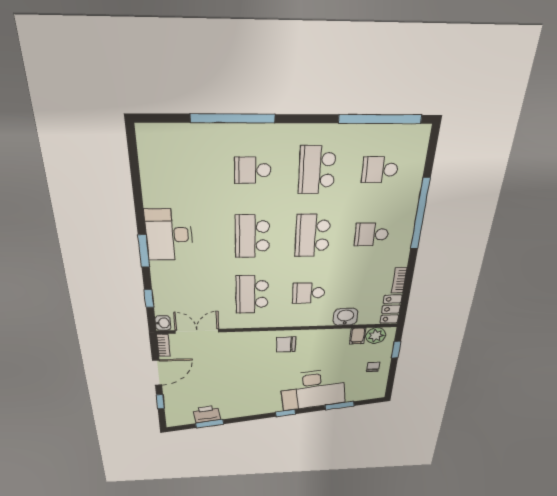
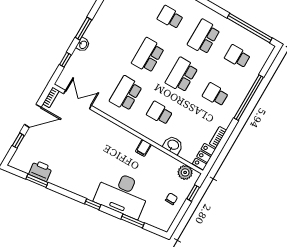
desk: (169, 235) -> (103, 27), removed
washbasin: (163, 323) -> (83, 45), moved
filing cabinet: (358, 336) -> (143, 148), moved
chair: (286, 344) -> (125, 144), removed

